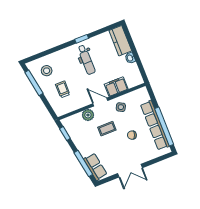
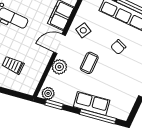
plant: (67, 124) -> (48, 93), added
row of seats: (95, 167) -> (92, 103), moved

